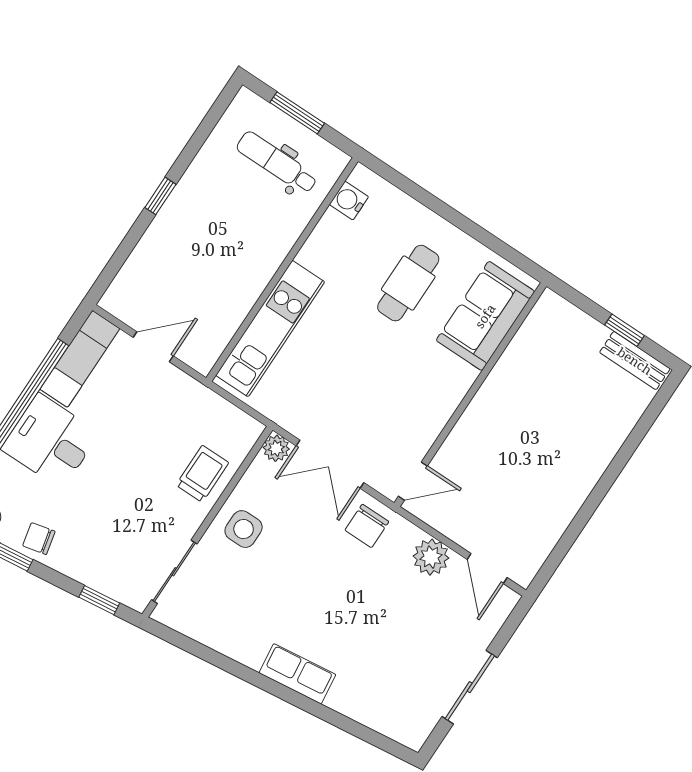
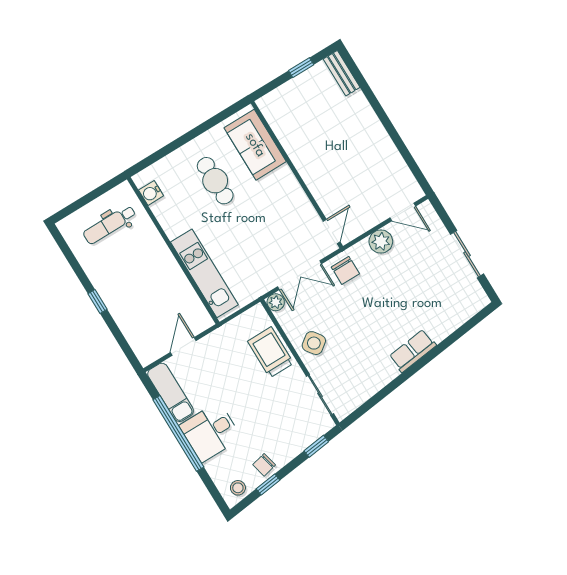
window: (297, 113) -> (86, 199), removed
bench: (635, 361) -> (342, 73), moved, turned 90
trolley: (202, 474) -> (271, 352), width x1.36, depth x1.39
side table: (244, 529) -> (314, 343), turned -36

